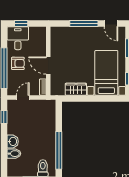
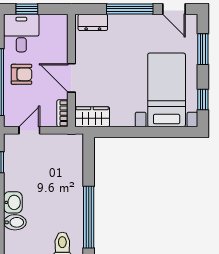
dresser: (61, 32) -> (93, 22), added
wardrobe: (76, 89) -> (92, 117), moved

